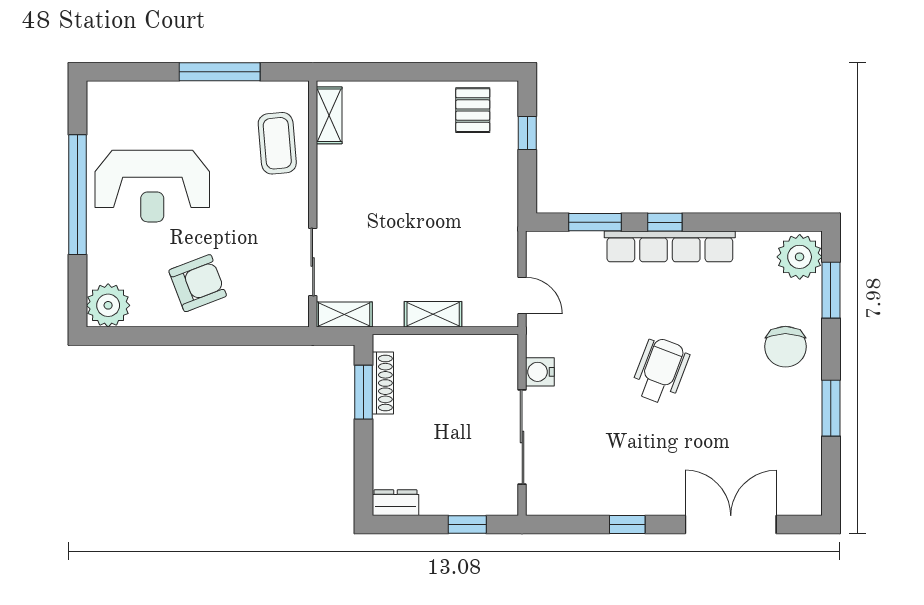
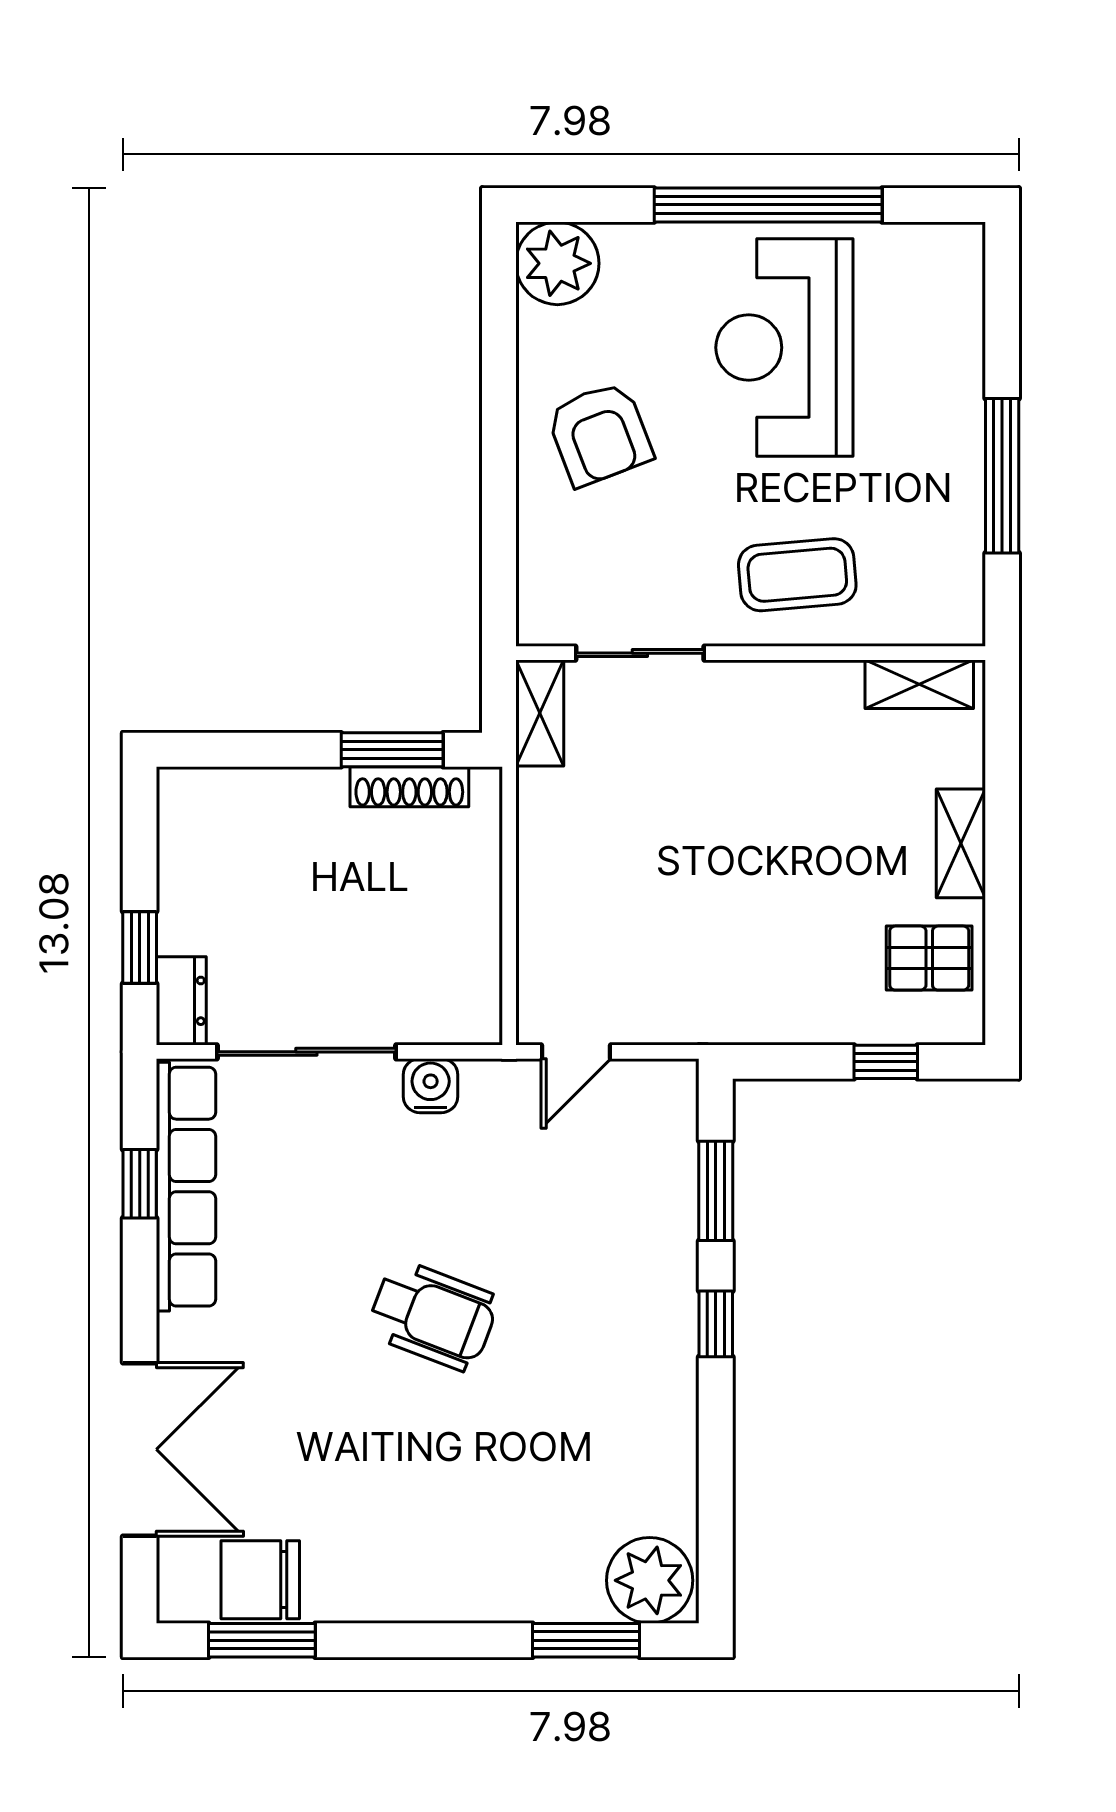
coffee table: (277, 143) -> (797, 575), moved
row of seats: (670, 246) -> (186, 1187), moved, turned 180
shelving: (433, 314) -> (961, 843), moved
chair: (785, 347) -> (260, 1580), moved
window: (831, 408) -> (262, 1640), moved
dresser: (395, 503) -> (181, 1001), moved
window: (627, 525) -> (140, 1184), moved

